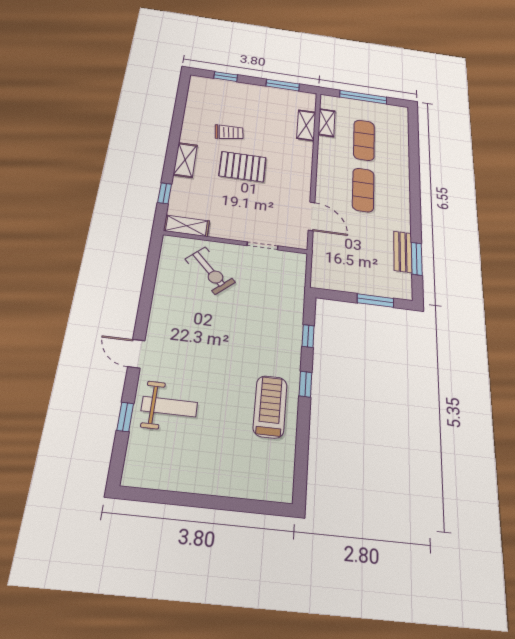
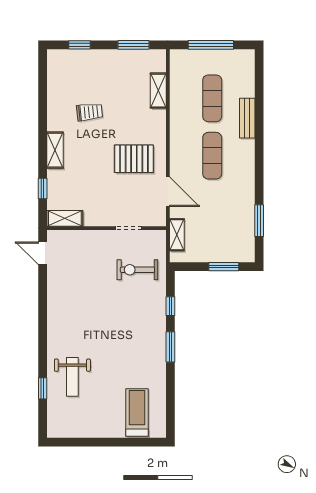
shelving: (326, 123) -> (177, 235), moved
pallet: (243, 167) -> (134, 159), moved
bench: (403, 252) -> (247, 118), moved
exercise bike: (210, 271) -> (137, 270), moved, turned 133
door: (136, 354) -> (43, 253), moved
window: (305, 384) -> (170, 347), width x1.50
weight bench: (169, 407) -> (72, 377), turned 90
treadmill: (270, 407) -> (137, 413), moved

